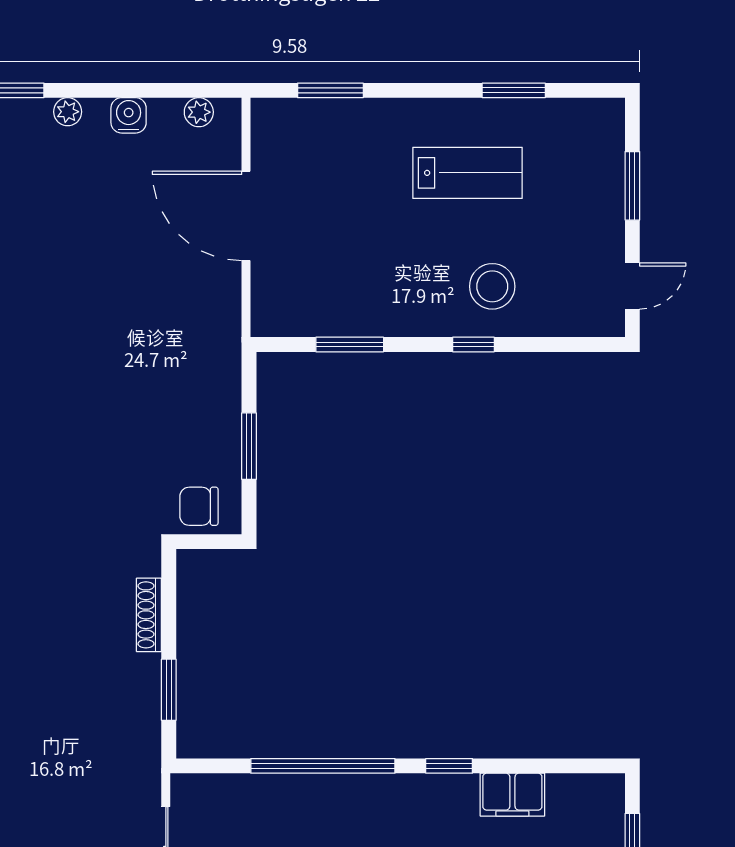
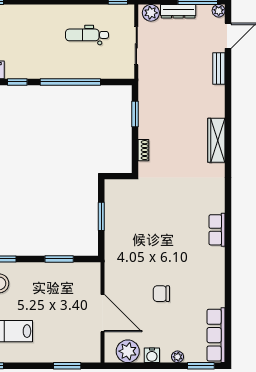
plant: (199, 112) -> (128, 351), width x1.88, depth x1.88
chair: (199, 506) -> (161, 294), moved, turned 180
shoe rack: (149, 615) -> (143, 150), width x0.70

